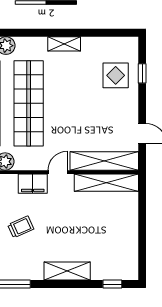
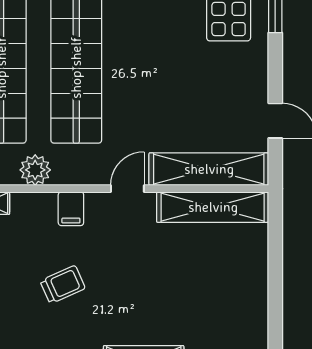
filing cabinet: (33, 184) -> (71, 209), width x0.50

